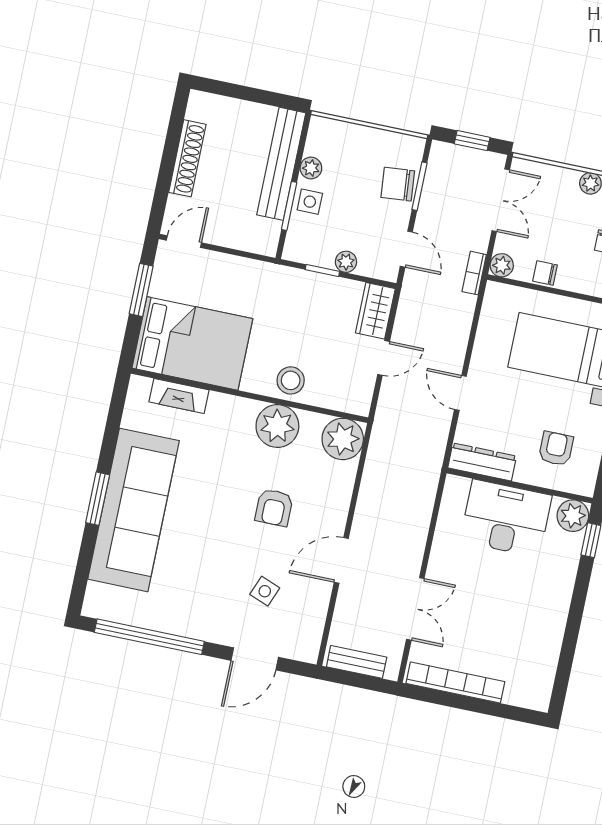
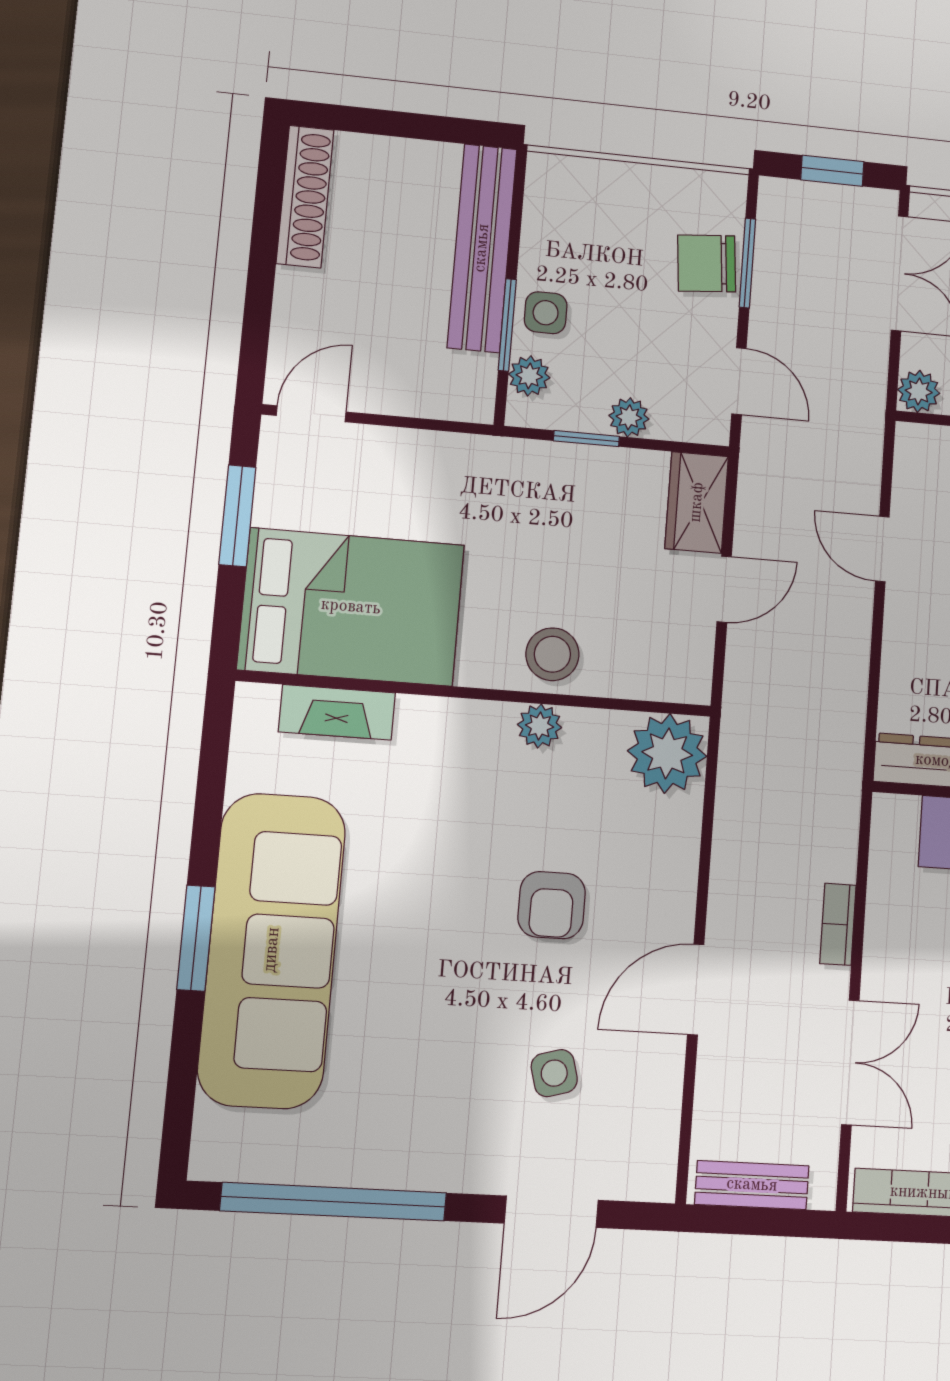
shoe rack: (187, 158) -> (305, 197), moved
plant: (311, 168) -> (529, 376), moved
bookcase: (474, 273) -> (838, 924), moved
door: (460, 393) -> (882, 549), moved
plant: (277, 426) -> (540, 726), width x0.53, depth x0.53
side table: (265, 591) -> (554, 1073), turned -36

